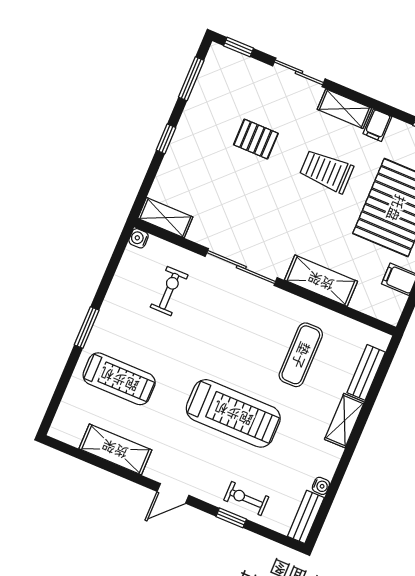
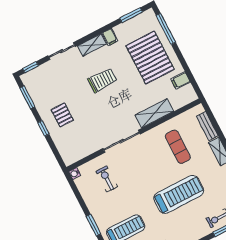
pallet: (256, 139) -> (62, 115), moved, turned 90
trolley: (326, 171) -> (102, 80), moved, turned 180
shelving: (165, 218) -> (75, 155), removed

